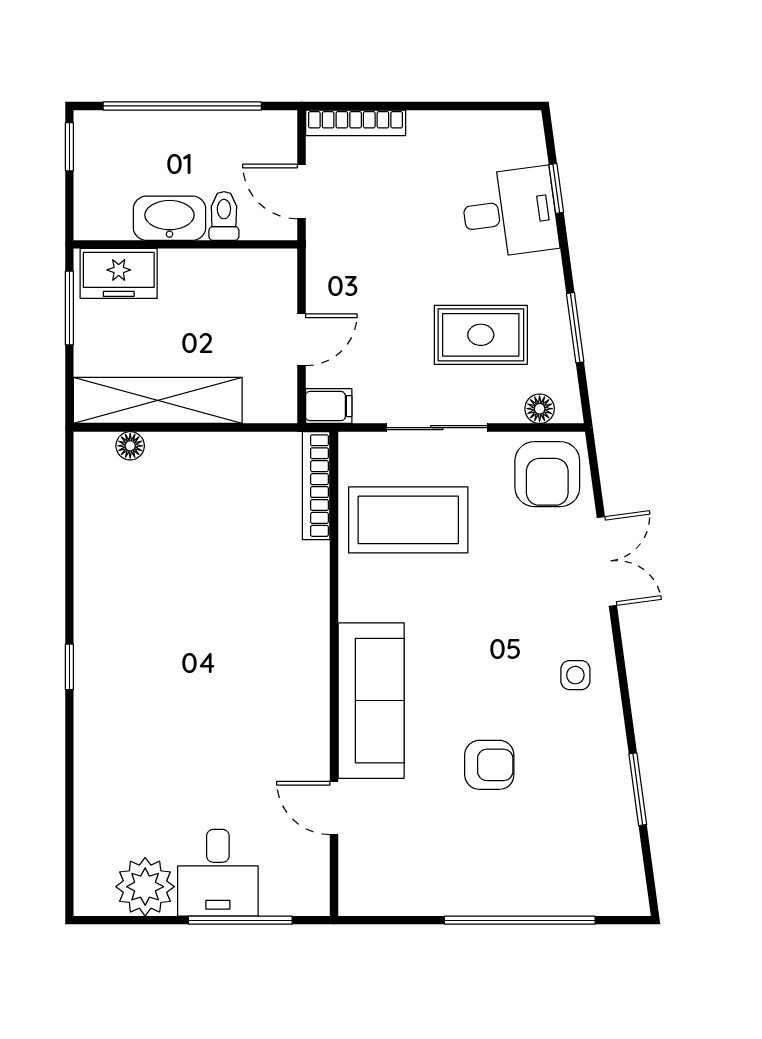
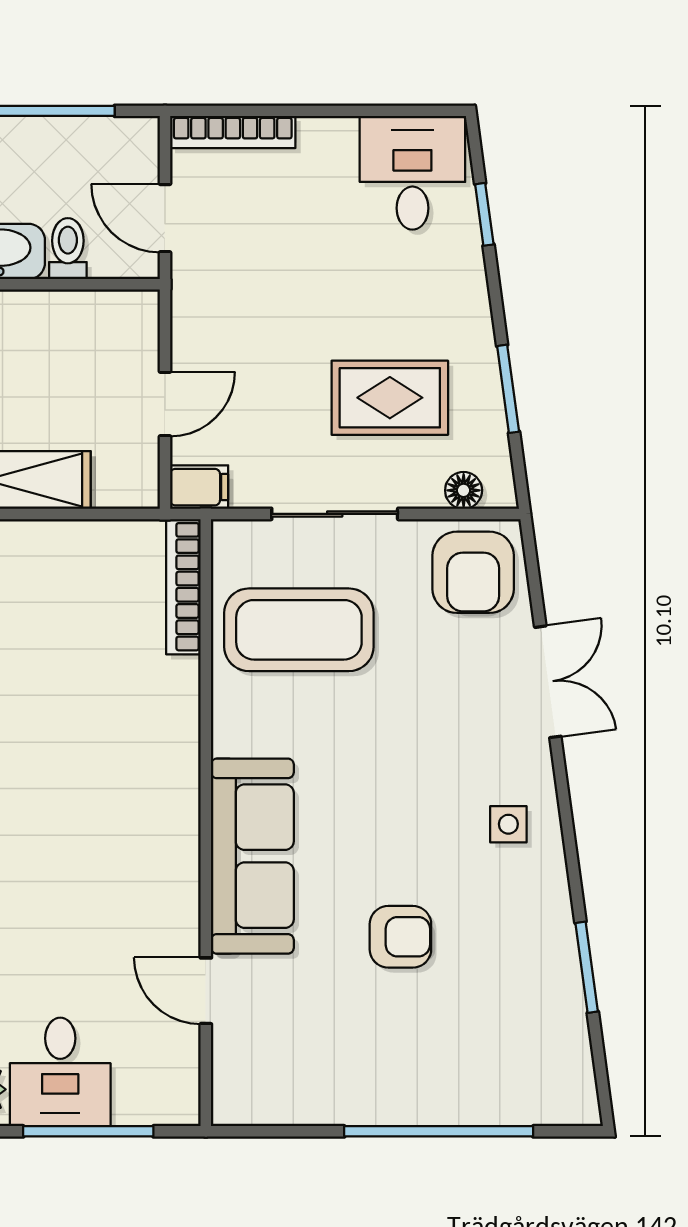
desk: (510, 213) -> (412, 173), moved, turned -82

